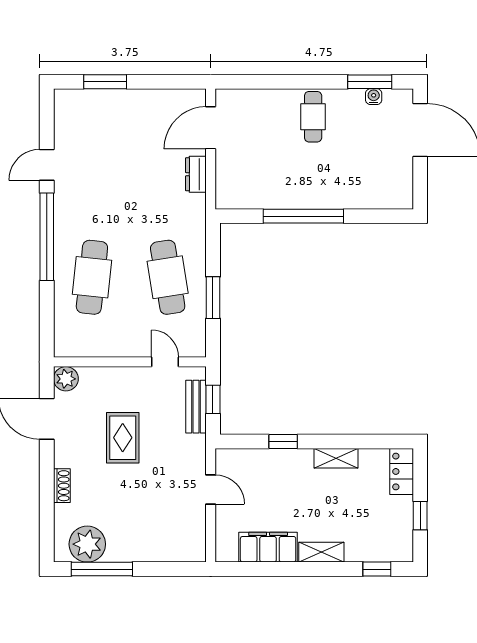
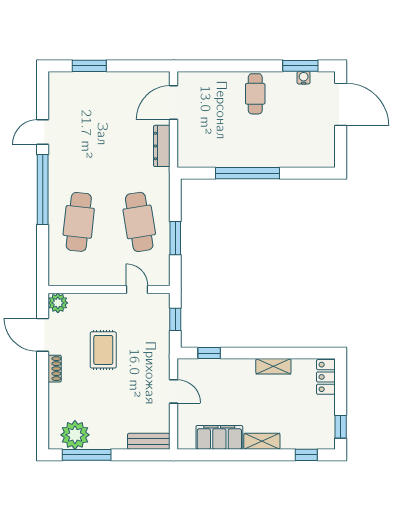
dresser: (196, 174) -> (162, 146), width x1.44
bench: (196, 407) -> (149, 441), moved, turned 90
window: (283, 442) -> (209, 353), moved
shoe rack: (62, 486) -> (55, 369), moved
window: (420, 516) -> (341, 427), moved

